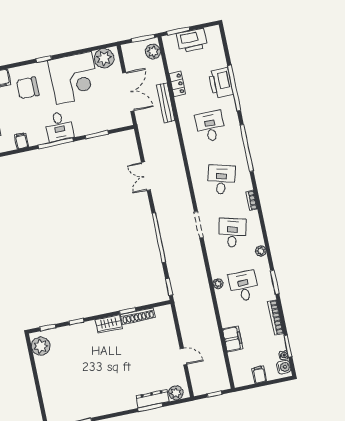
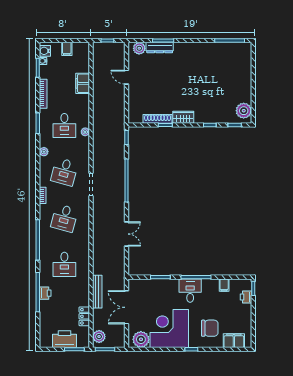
printer: (221, 83) -> (45, 293), width x0.53, depth x0.68
locker: (177, 84) -> (84, 316), moved

